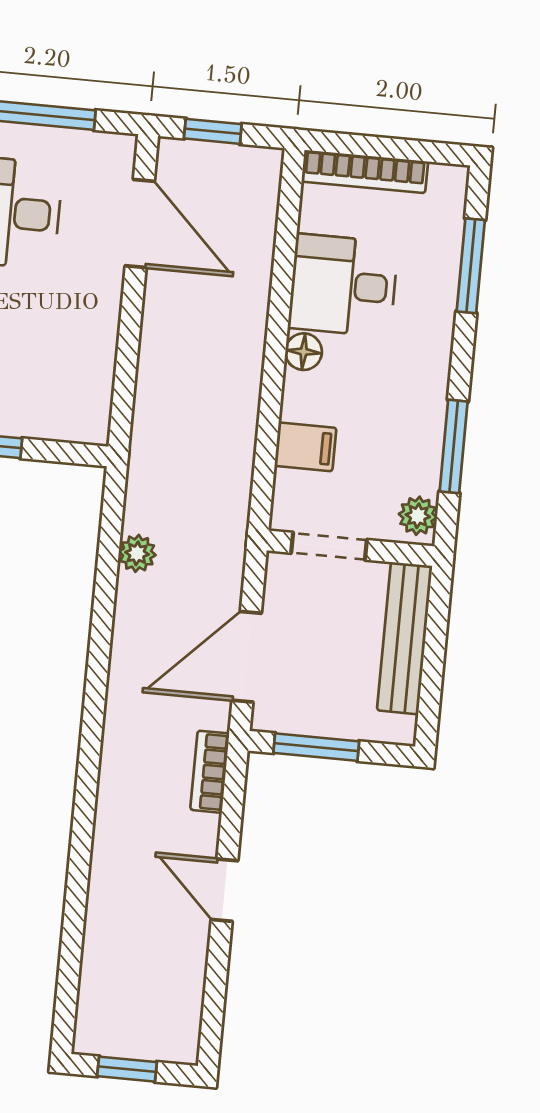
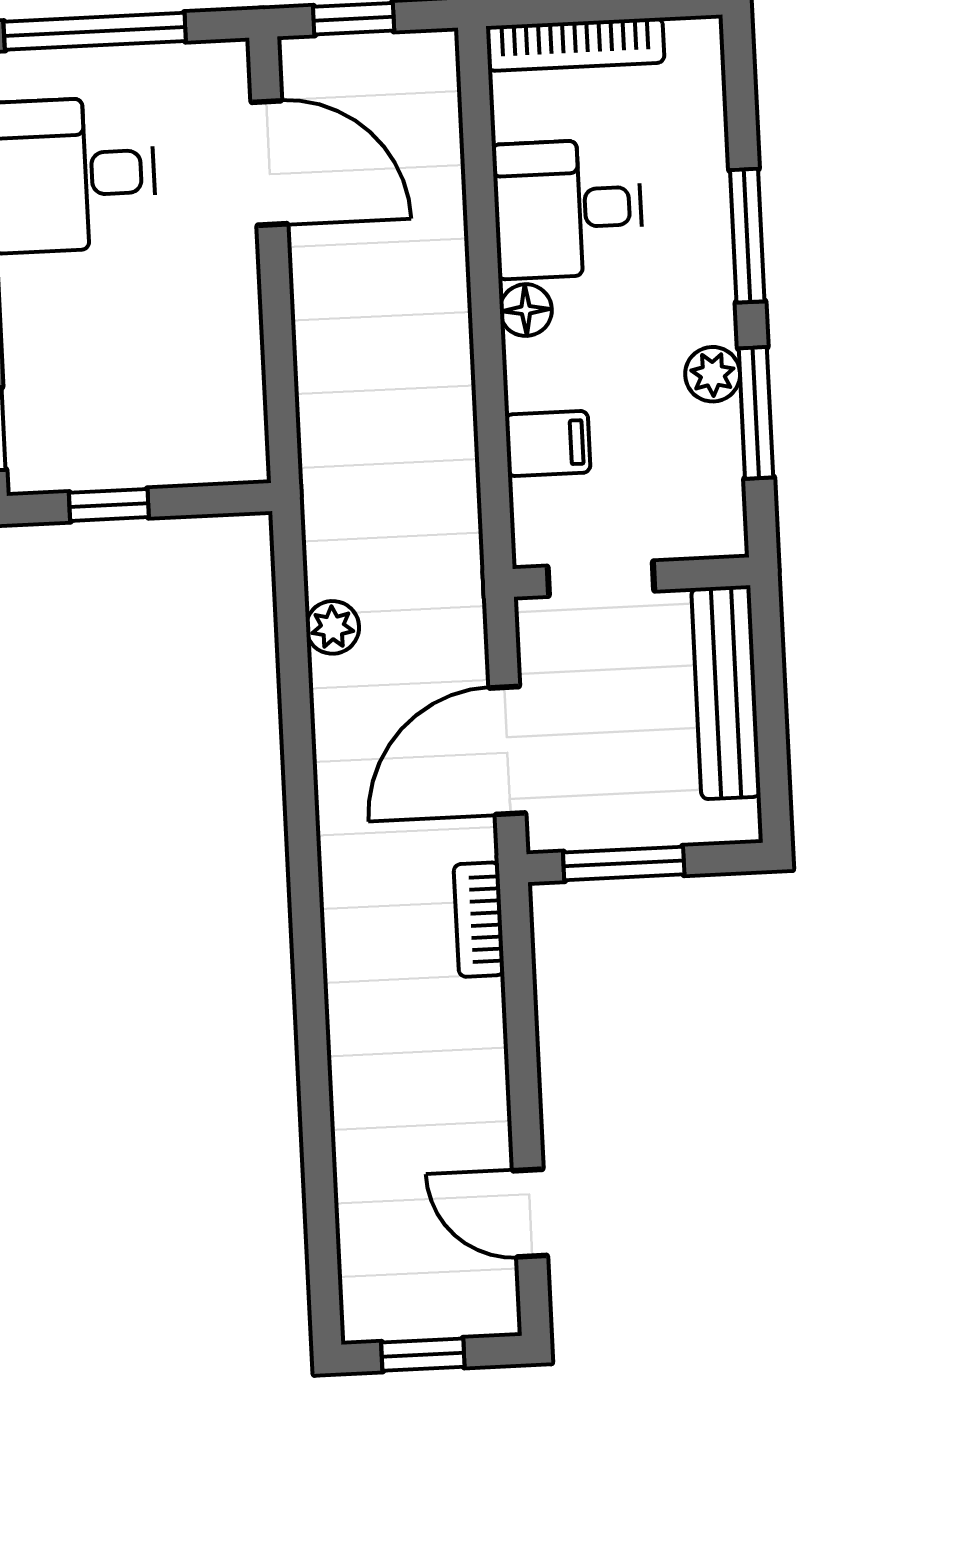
window: (471, 266) -> (747, 236), moved
plant: (418, 516) -> (713, 374), moved
door: (224, 890) -> (530, 1213), moved

